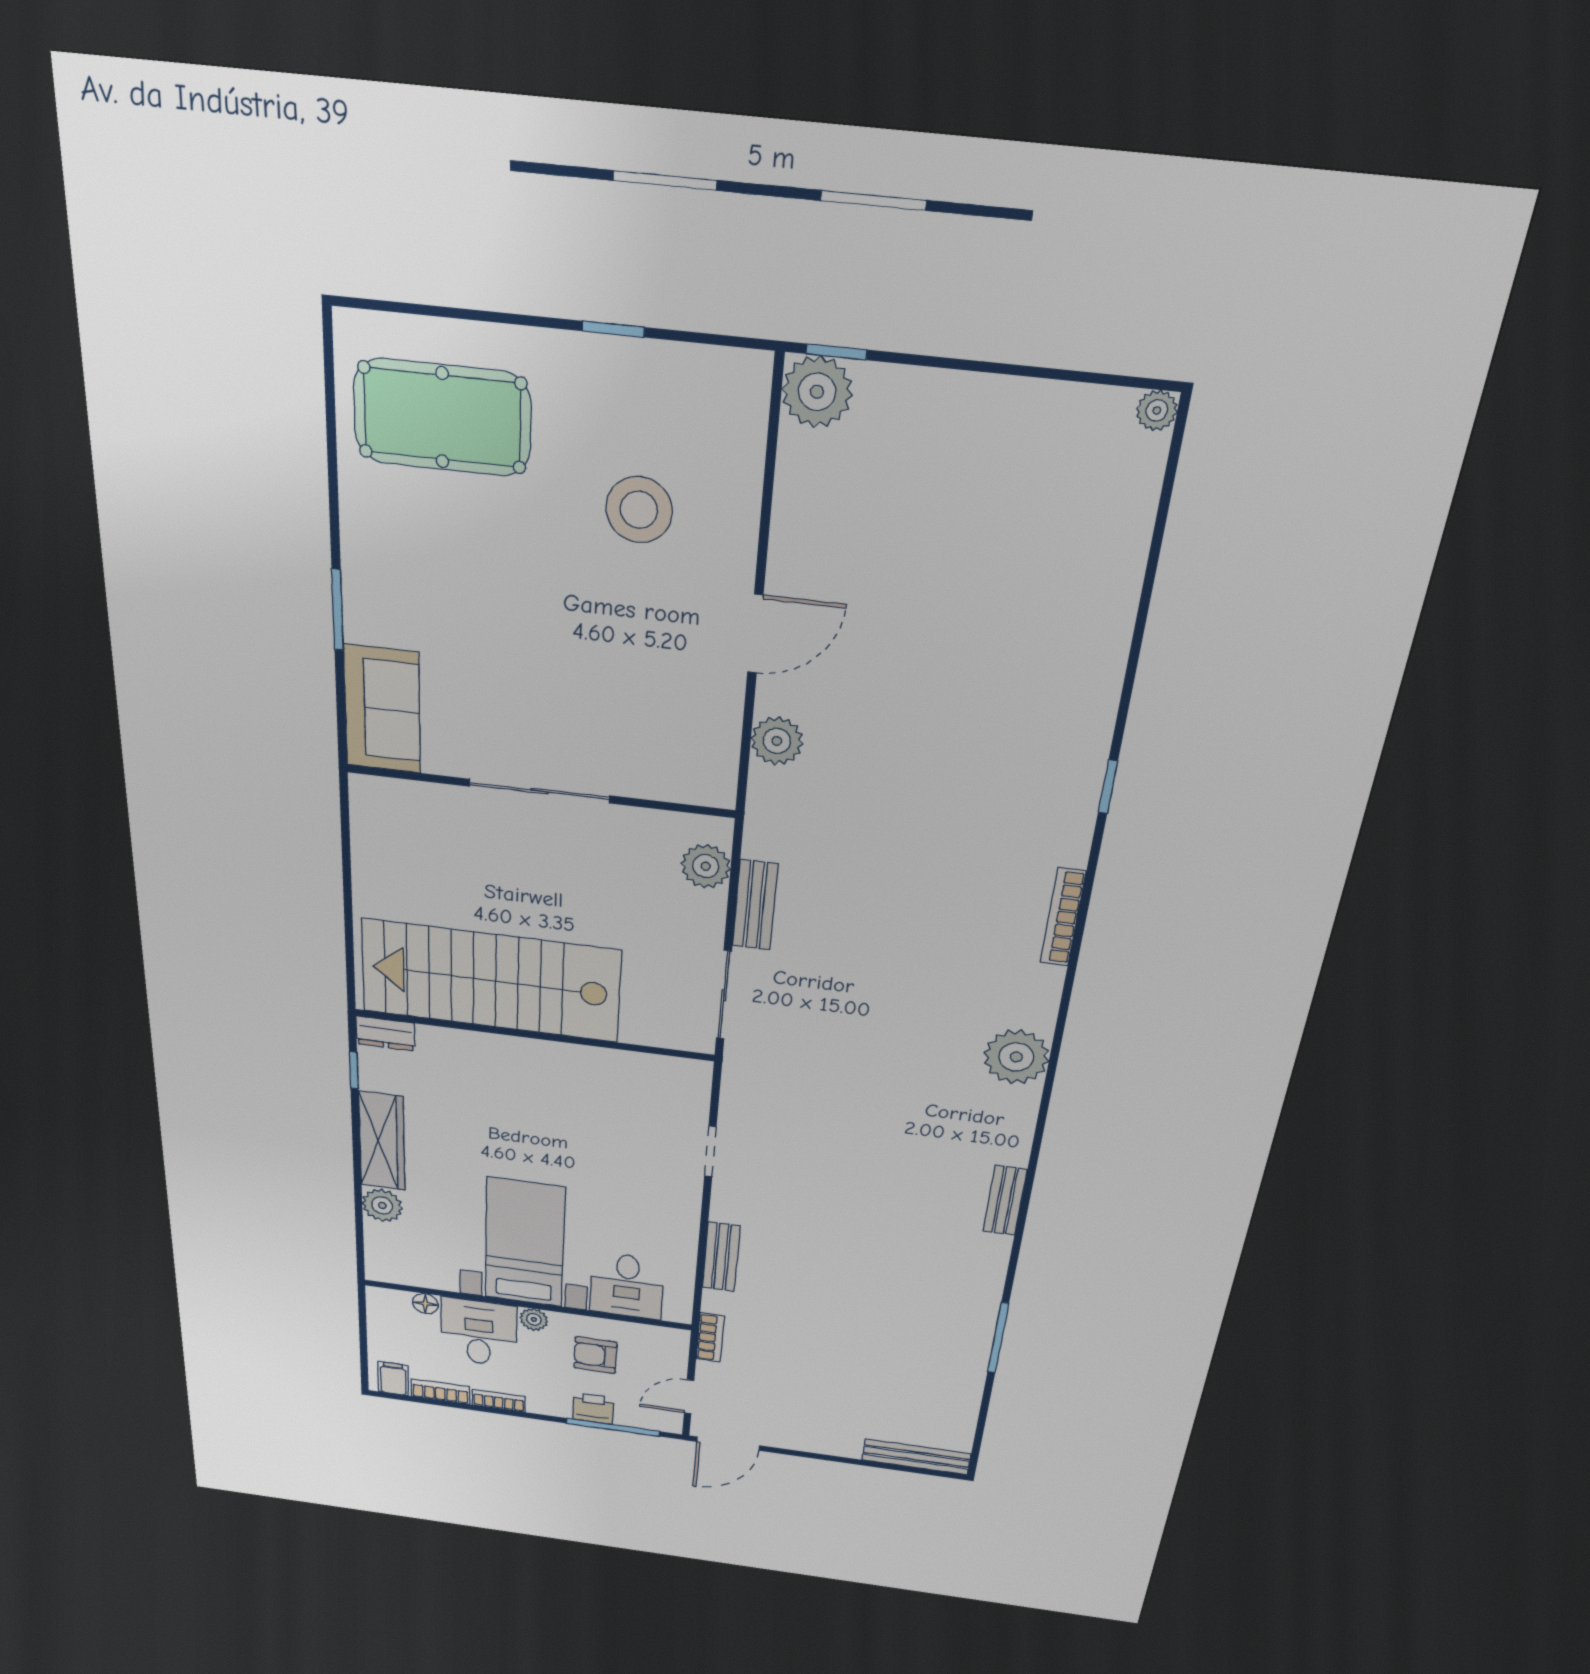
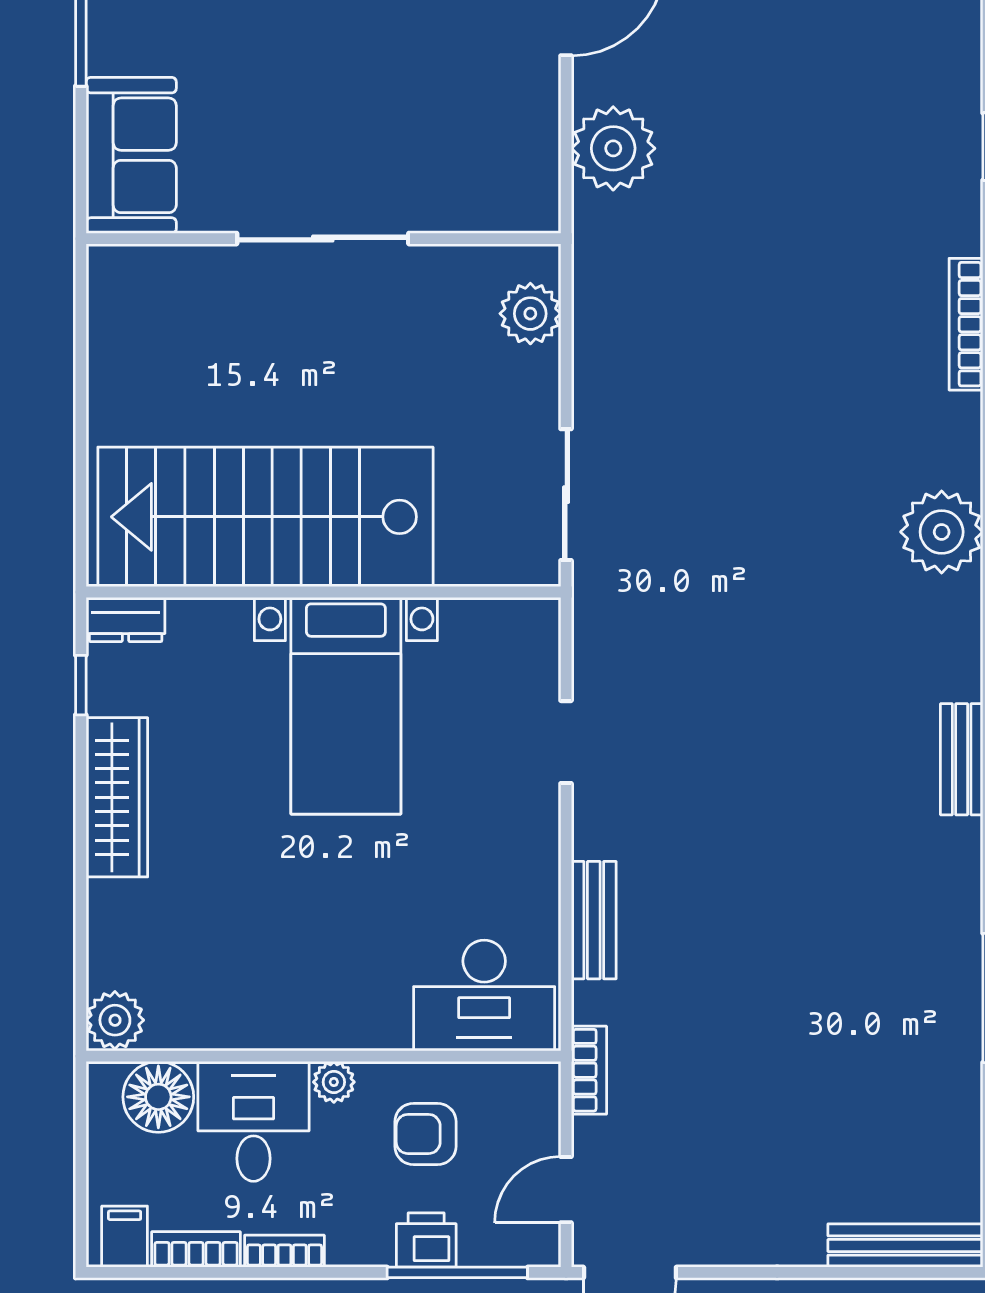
plant: (777, 741) -> (613, 148), width x1.36, depth x1.36
bench: (755, 905) -> (595, 359), removed
plant: (382, 1205) -> (115, 1020), moved
bed with nightstands: (525, 1243) -> (346, 706), moved, turned 180
desk: (627, 1286) -> (484, 995), width x1.37
floor lamp: (425, 1304) -> (158, 1097), width x1.89, depth x1.89

